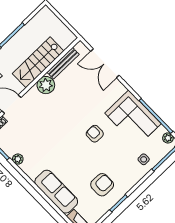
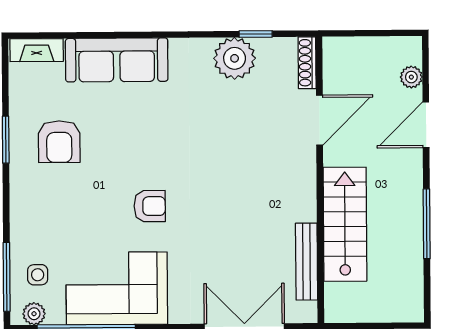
plant: (46, 85) -> (298, 202), removed
plant: (18, 159) -> (235, 58), width x1.88, depth x1.88
side table: (144, 159) -> (38, 275), moved

